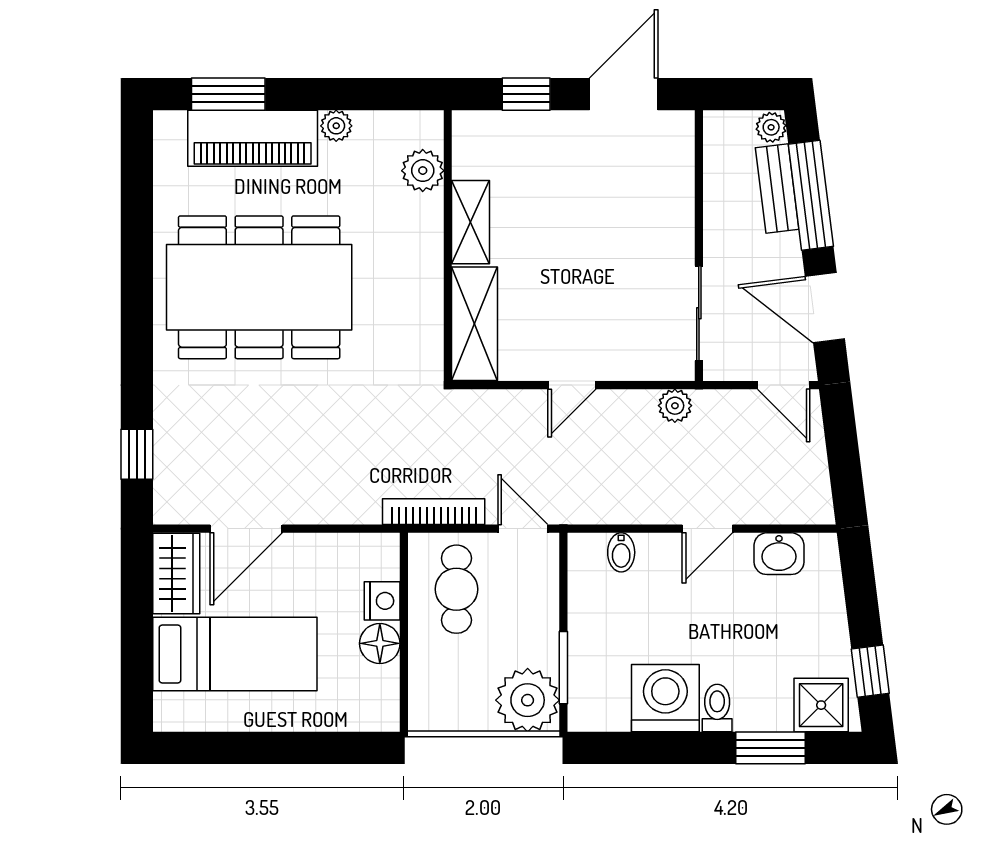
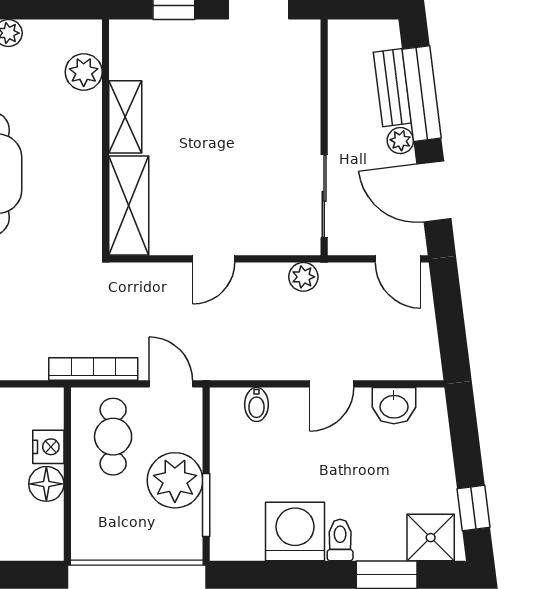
plant: (771, 127) -> (400, 141), moved
plant: (528, 700) -> (175, 480), moved

